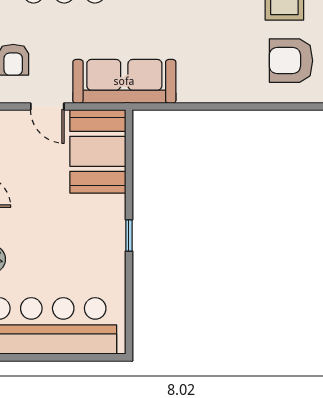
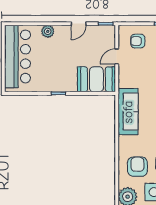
sofa: (124, 81) -> (128, 112), moved

